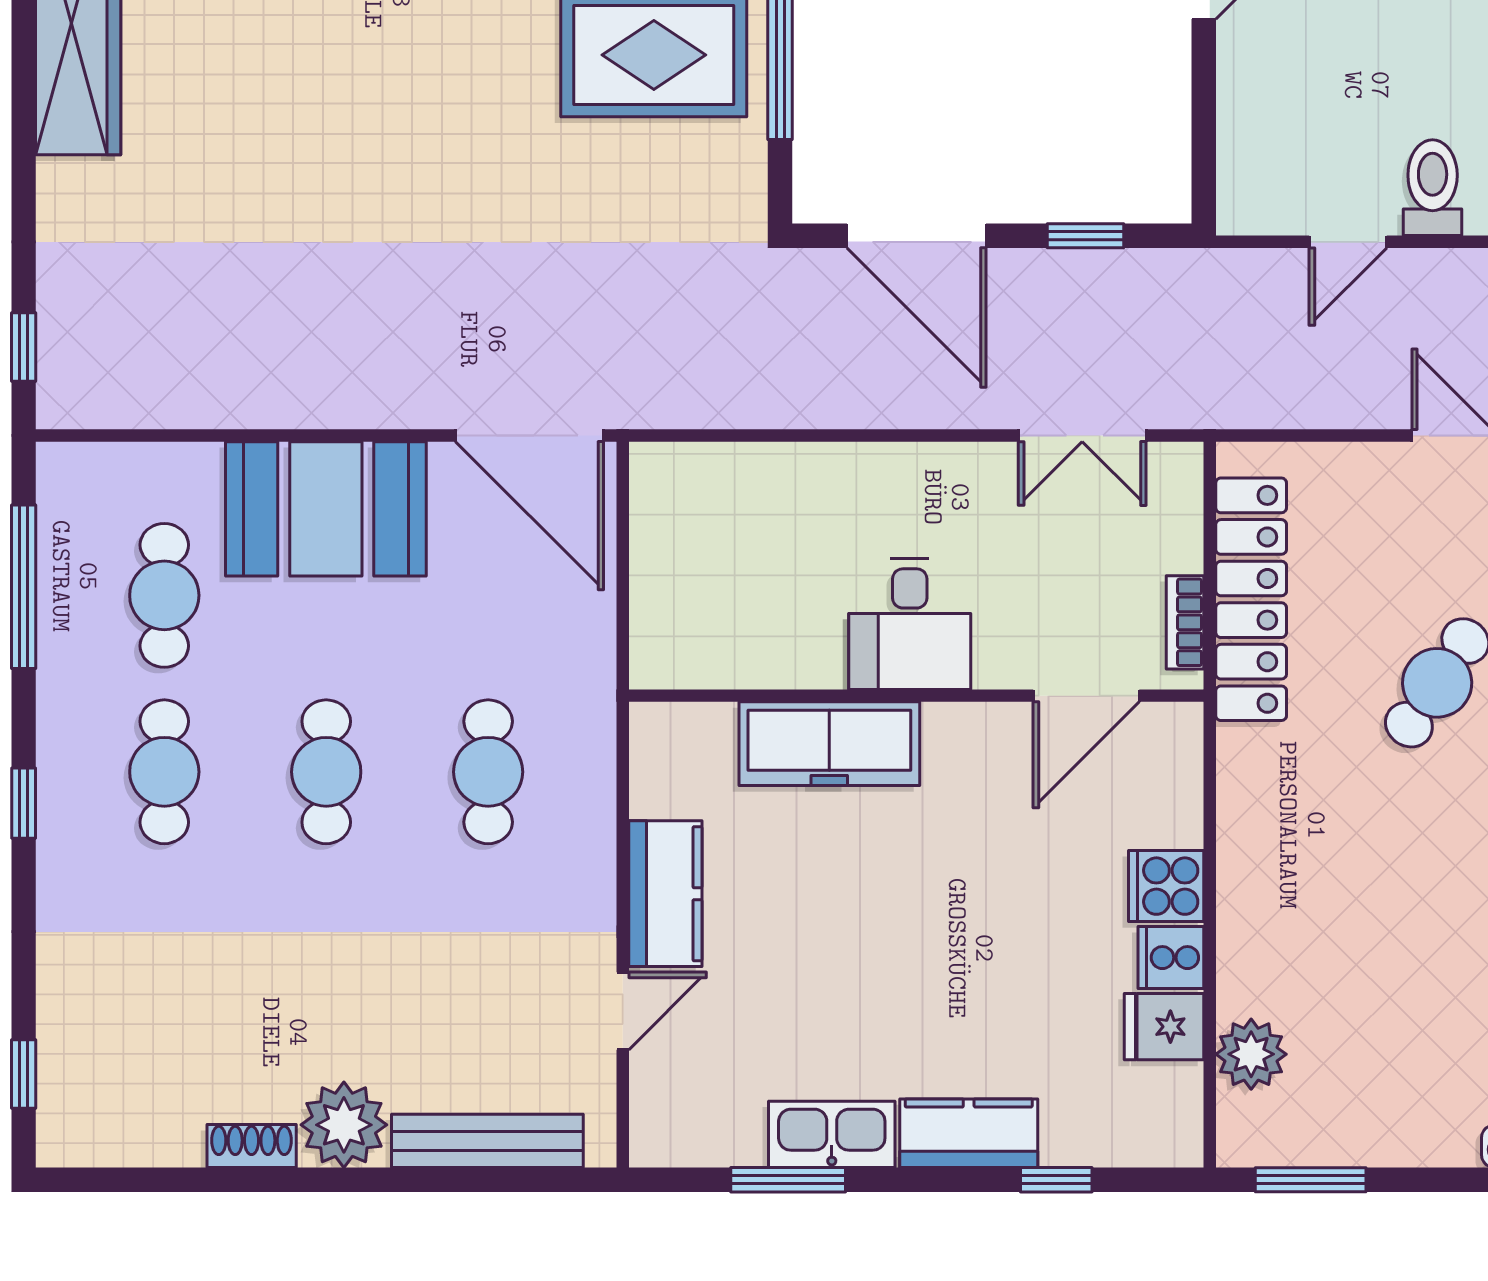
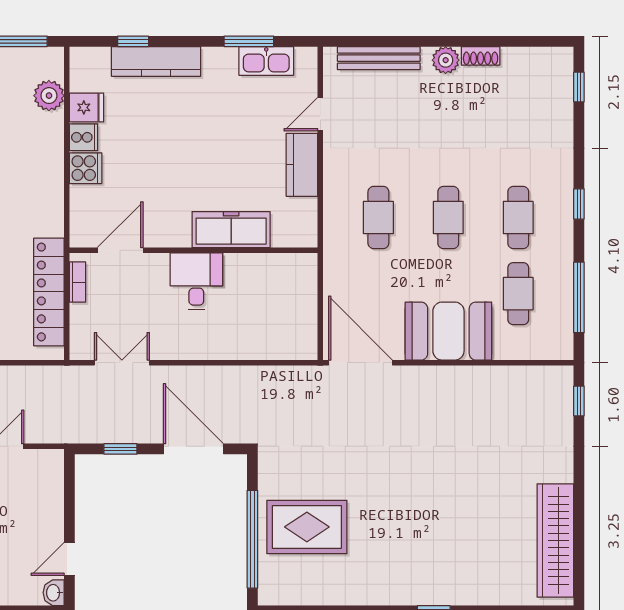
plant: (344, 1125) -> (446, 60), width x0.73, depth x0.73
kitchen counter: (969, 1133) -> (156, 61), width x1.50
kitchen sink: (832, 1134) -> (266, 61), moved

